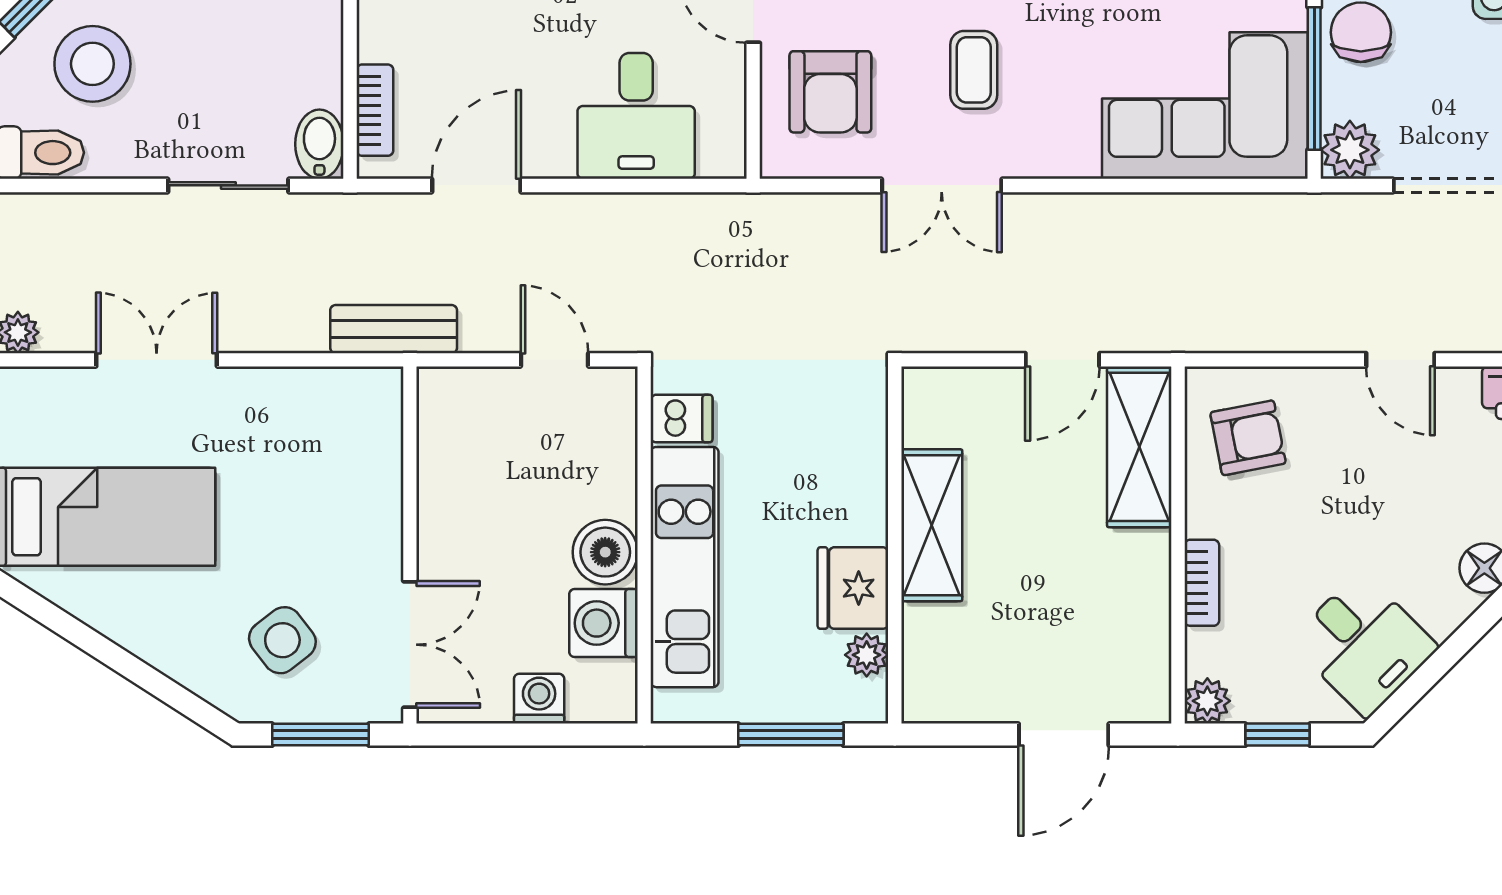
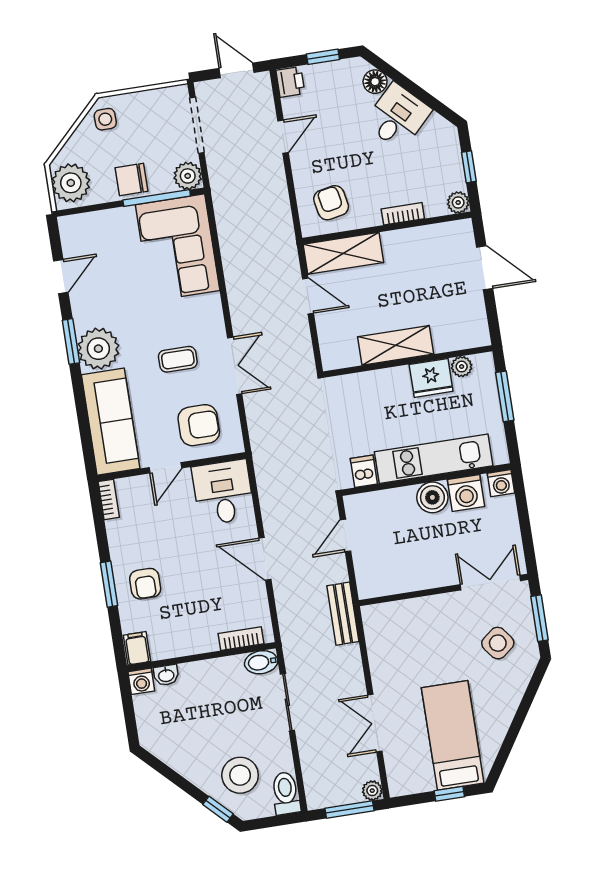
desk: (636, 116) -> (223, 492), moved, turned -90
door: (476, 185) -> (265, 559), moved
desk: (1364, 644) -> (398, 117), moved
washing machine: (539, 699) -> (501, 483), moved, turned -90

